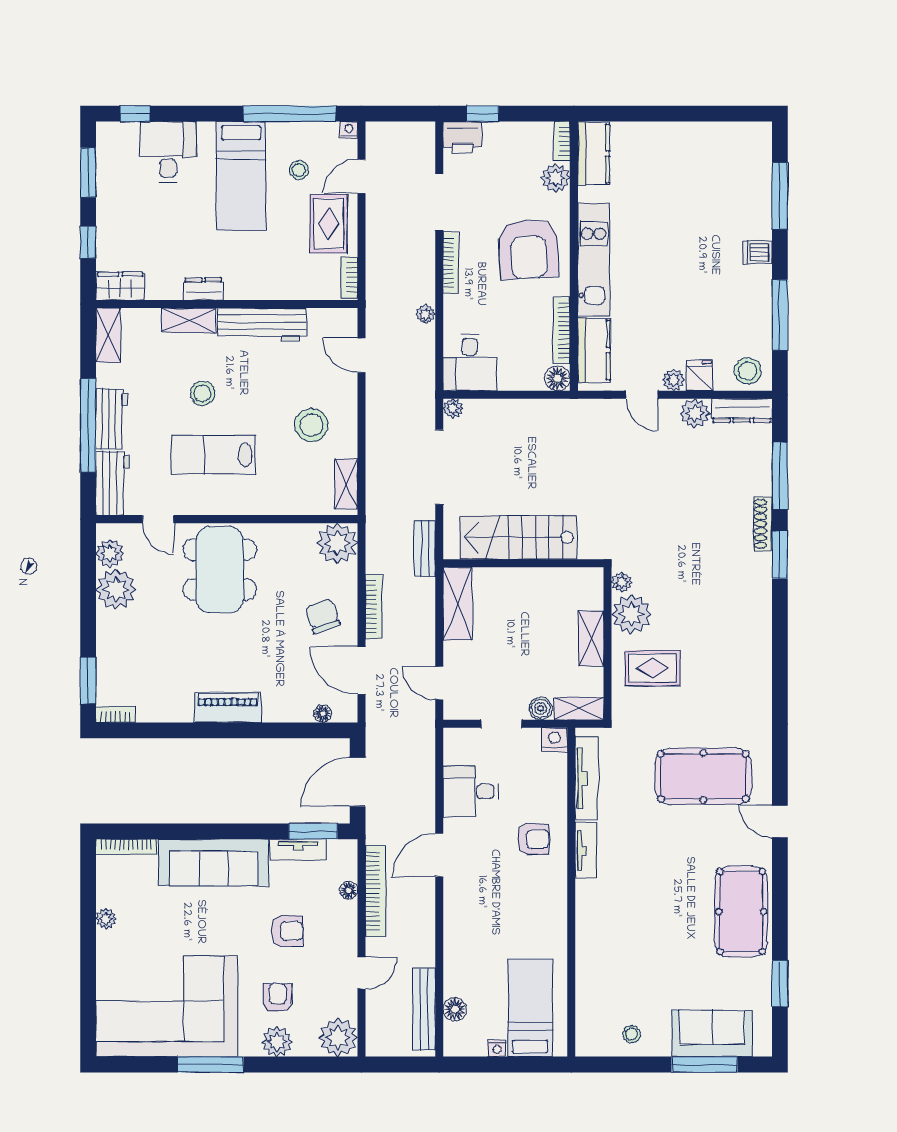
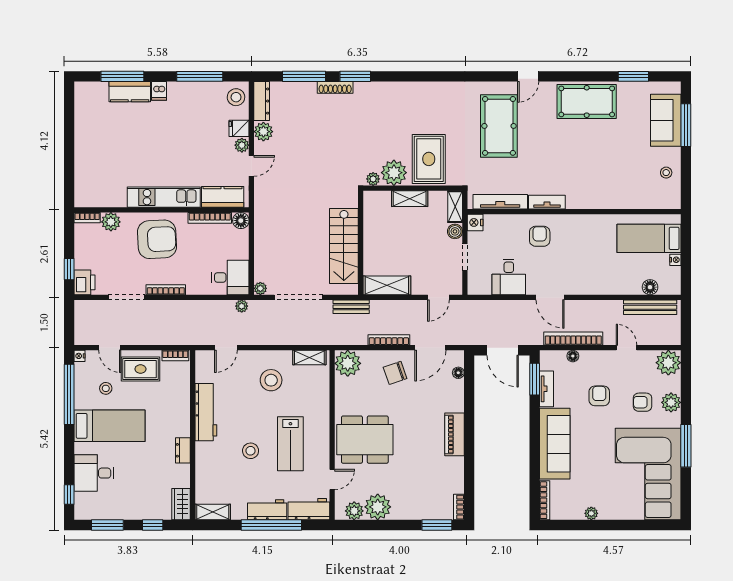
kitchen counter: (594, 154) -> (130, 92), moved, turned 180
plant: (426, 314) -> (242, 306), moved
shelving: (189, 320) -> (203, 460), removed
rug: (652, 668) -> (429, 159), width x1.36, depth x1.43

